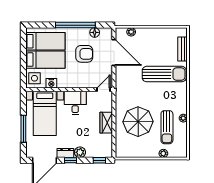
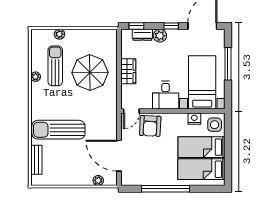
floor lamp: (95, 32) -> (142, 180), removed
armchair: (84, 54) -> (150, 126), moved, turned -87
dresser: (65, 153) -> (142, 35), moved

